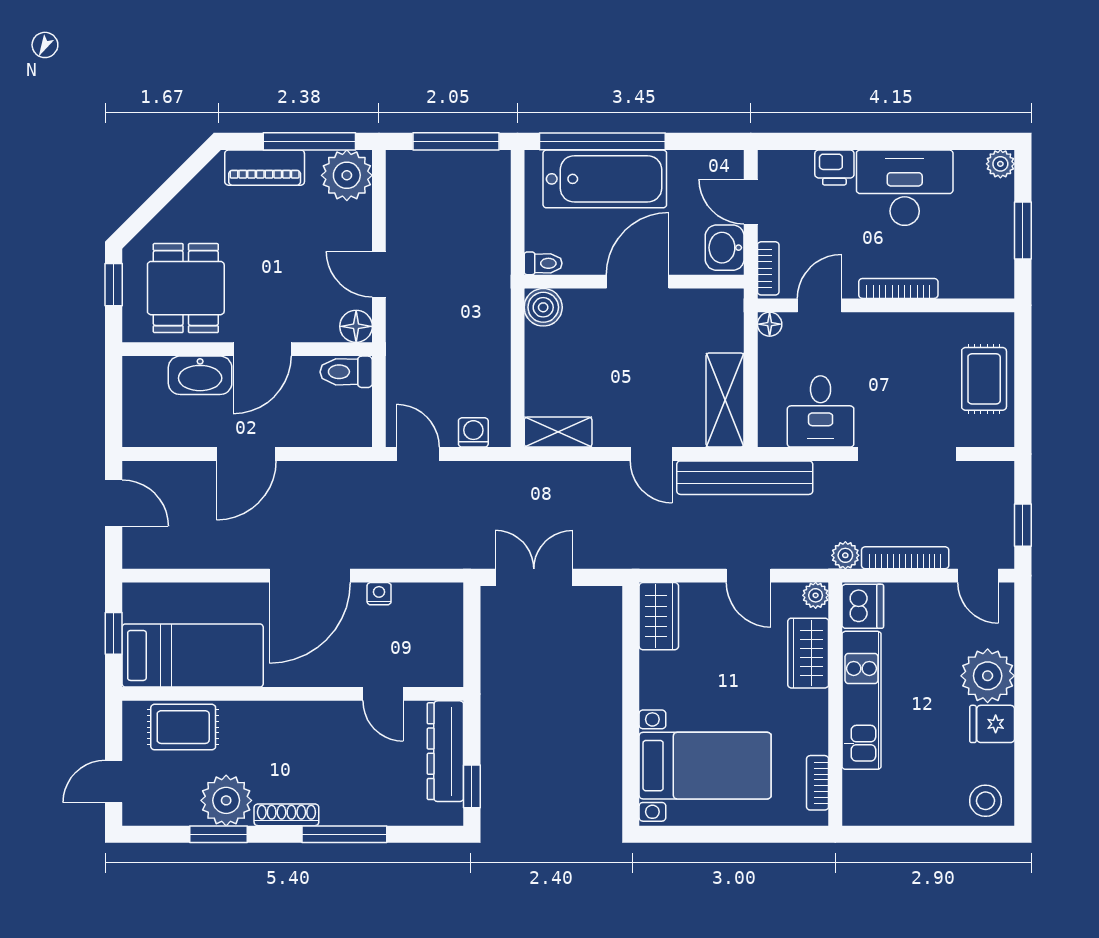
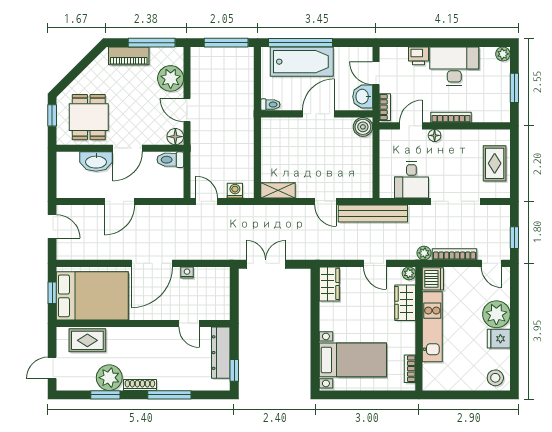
plant: (347, 175) -> (171, 78), moved
boiler: (543, 307) -> (363, 127), moved
floor lamp: (770, 324) -> (435, 135), moved
shelving: (725, 400) -> (363, 174), removed
bed: (193, 655) -> (92, 296), width x1.50

